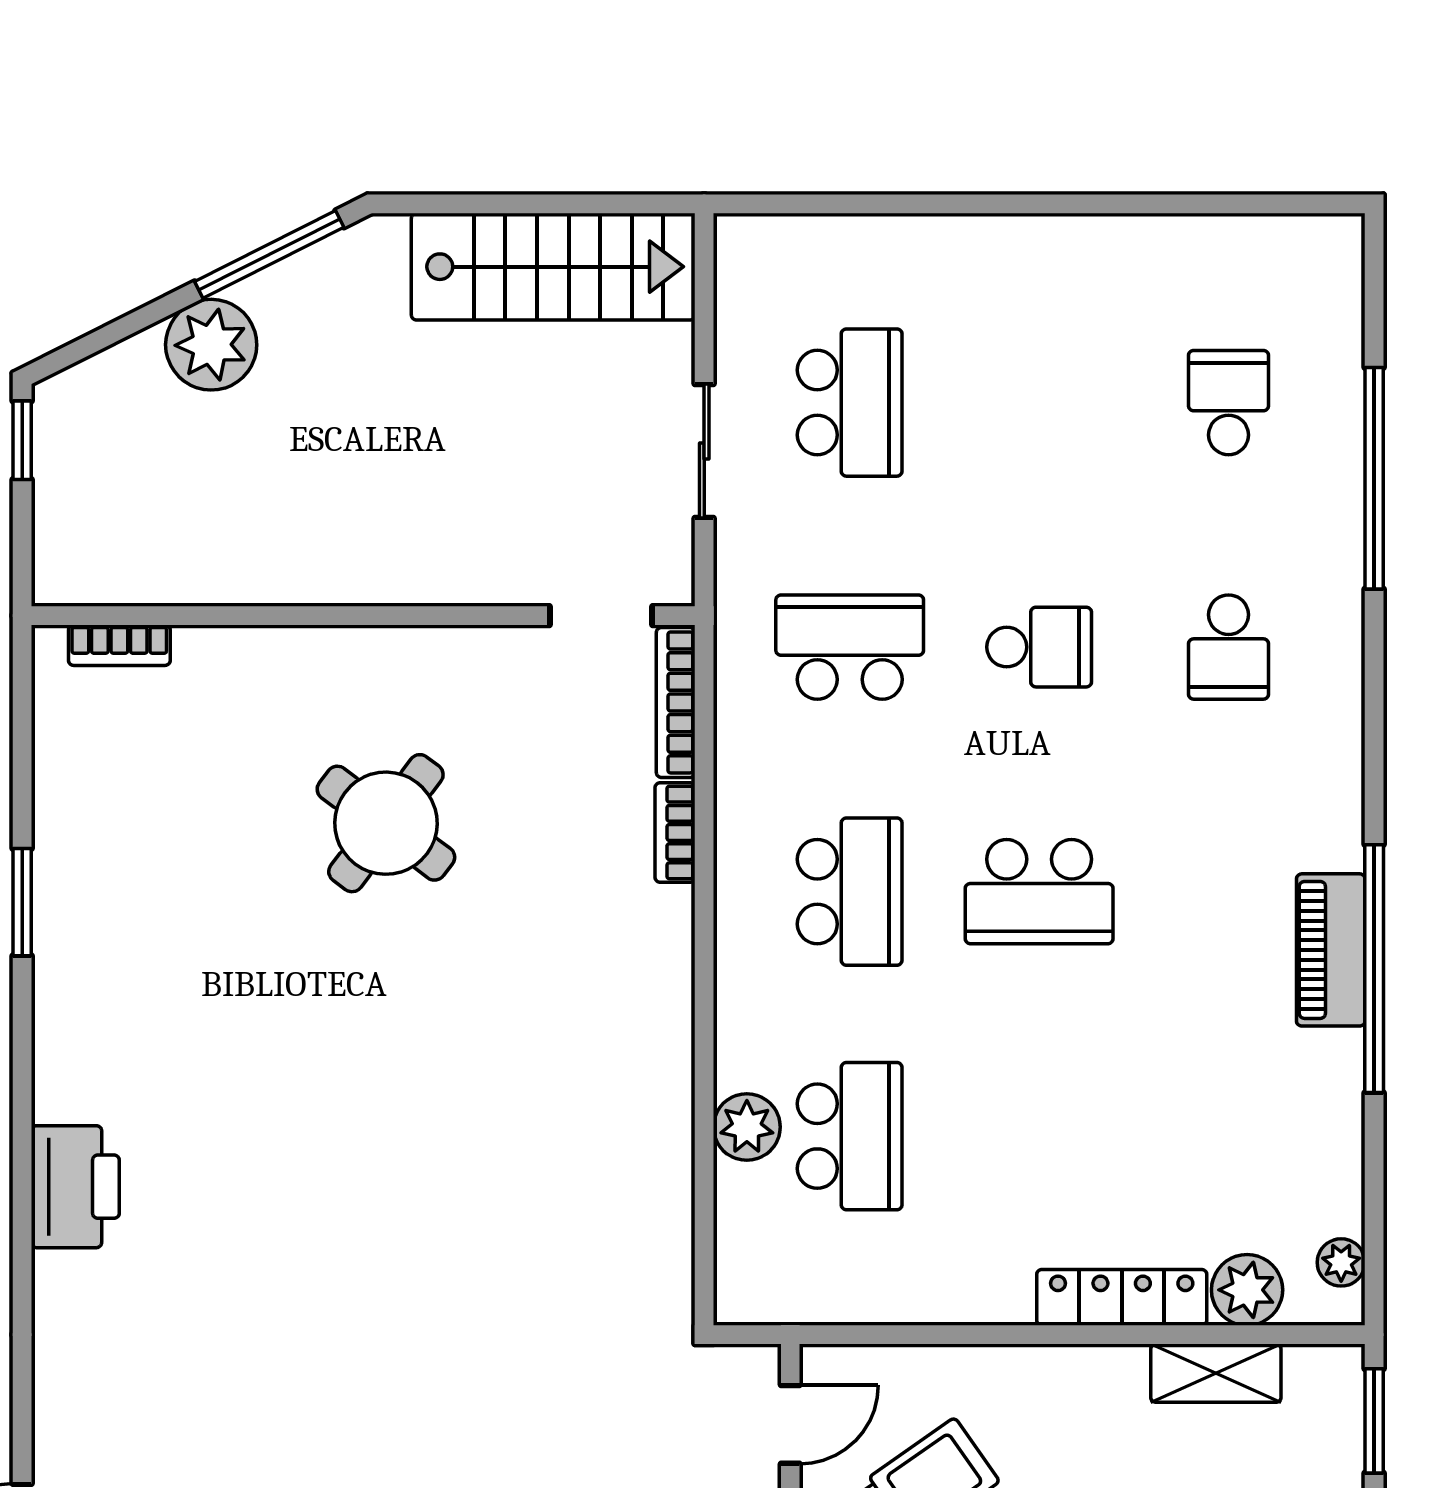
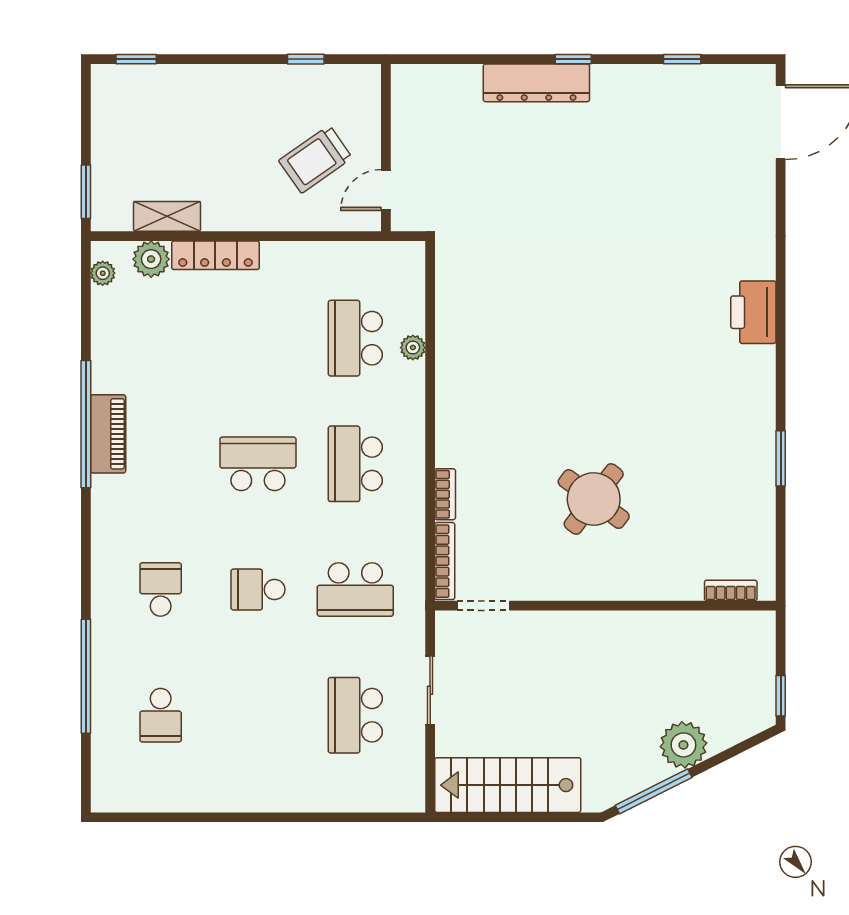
plant: (747, 1127) -> (413, 348), width x0.73, depth x0.73

